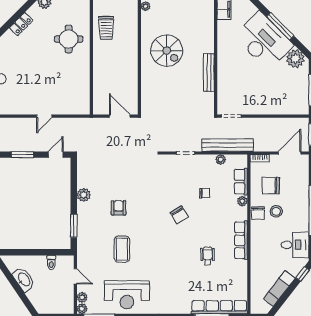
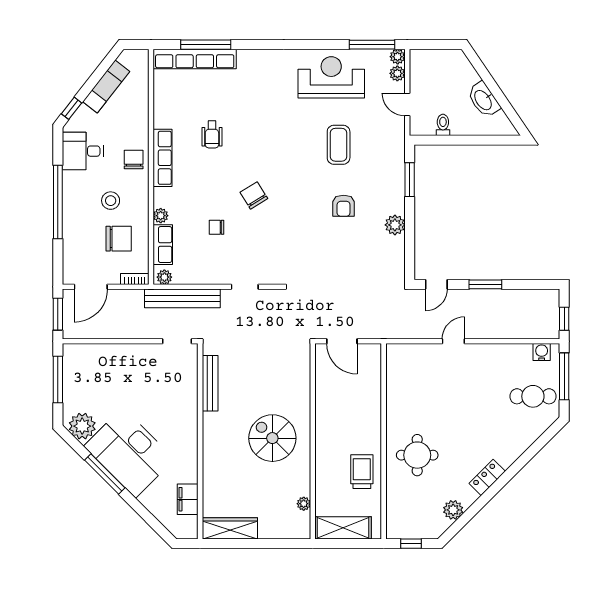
bench: (209, 73) -> (210, 383), moved
plant: (221, 160) -> (164, 277), moved
chair: (258, 213) -> (134, 159), moved

